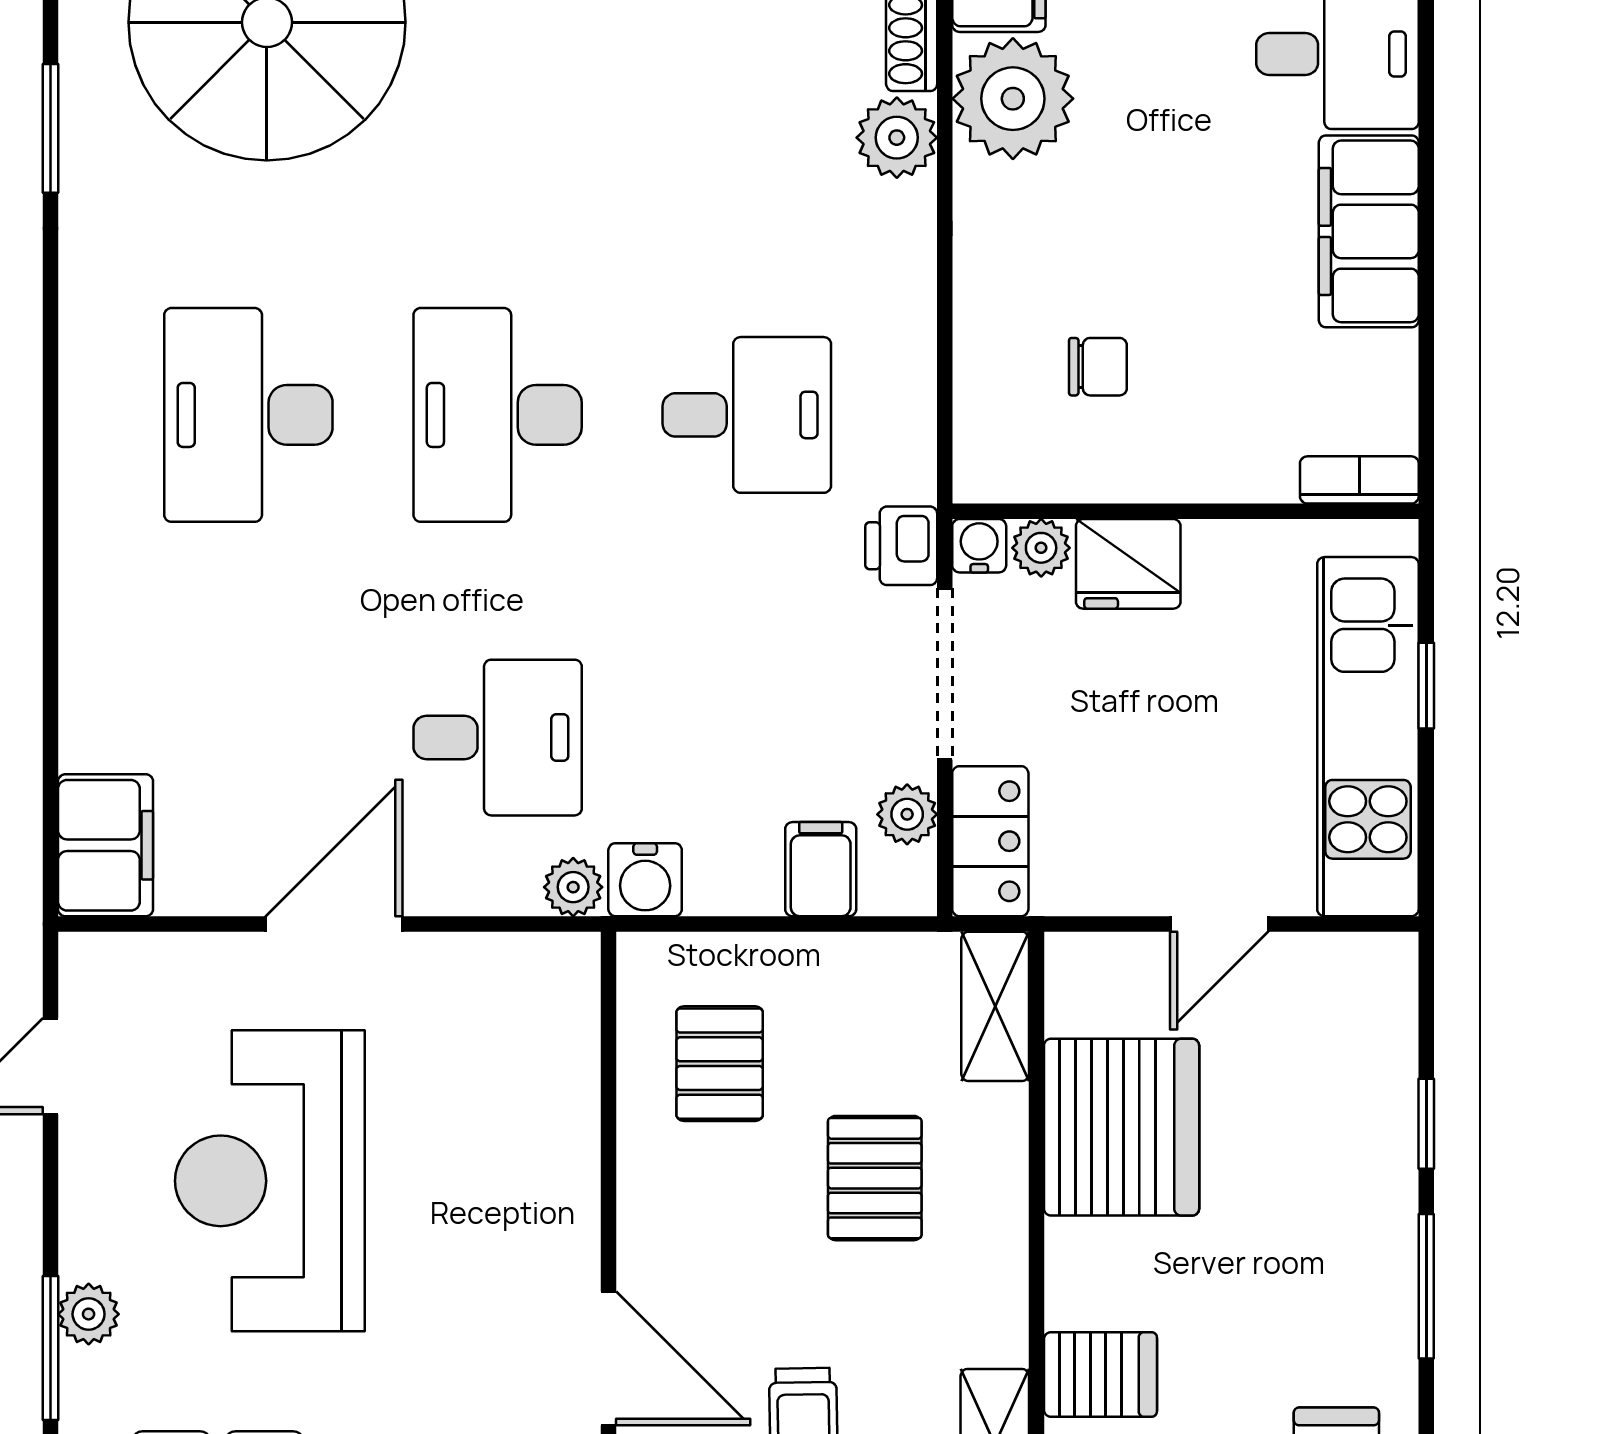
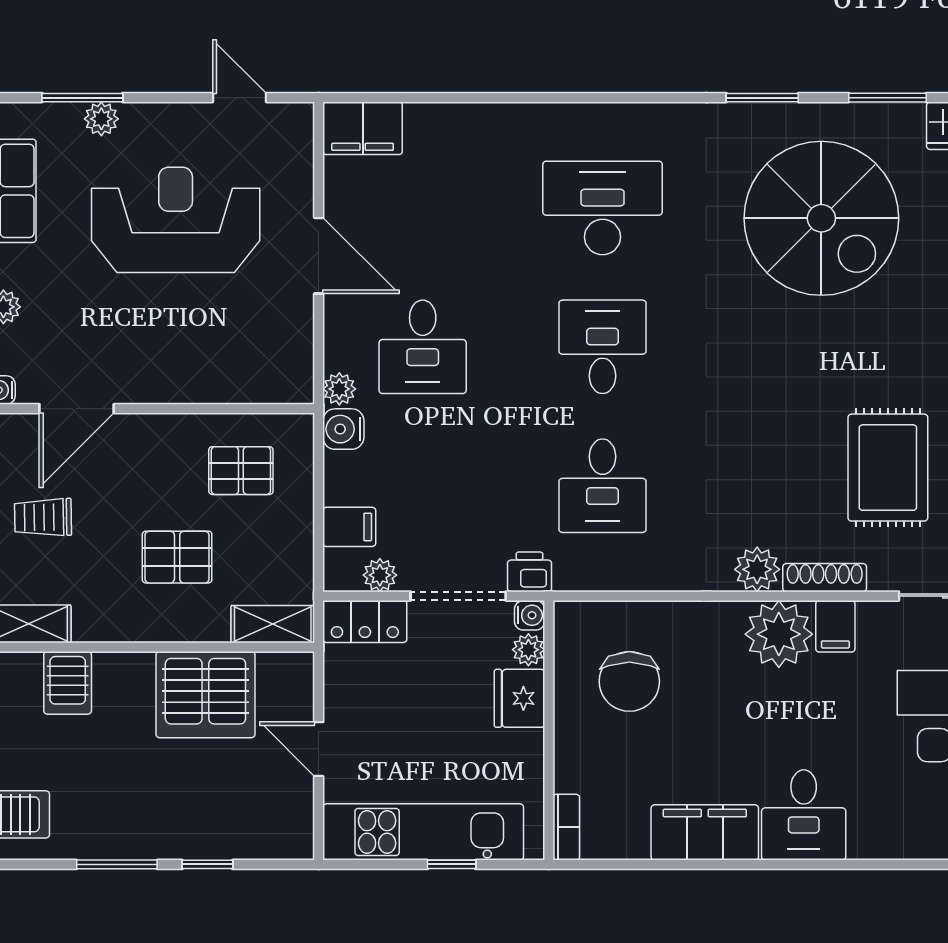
chair: (1098, 367) -> (629, 681), width x1.87, depth x1.87
desk: (498, 415) -> (602, 347), width x0.73

